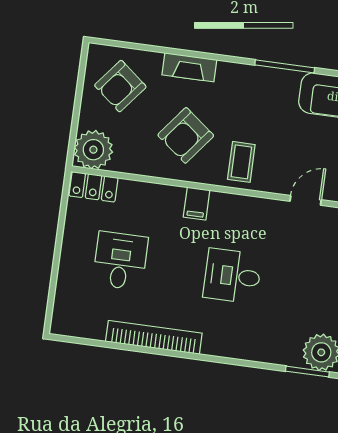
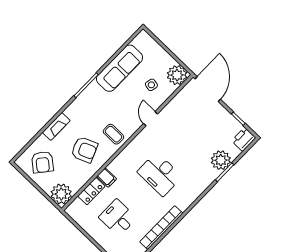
armchair: (186, 135) -> (84, 150), turned -60
locker: (93, 187) -> (91, 191), moved
filing cabinet: (197, 204) -> (107, 178), moved
desk: (232, 276) -> (160, 174), width x1.37

